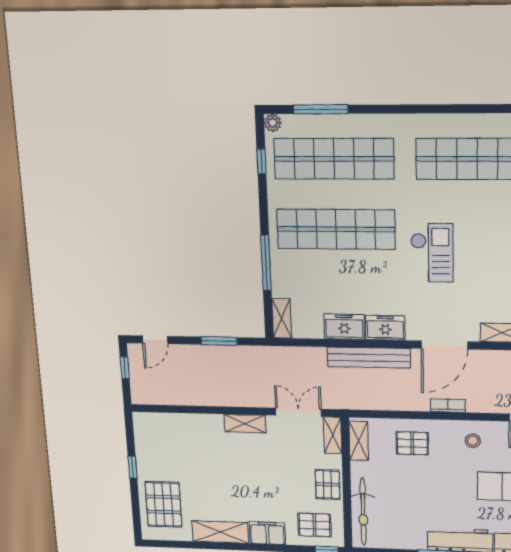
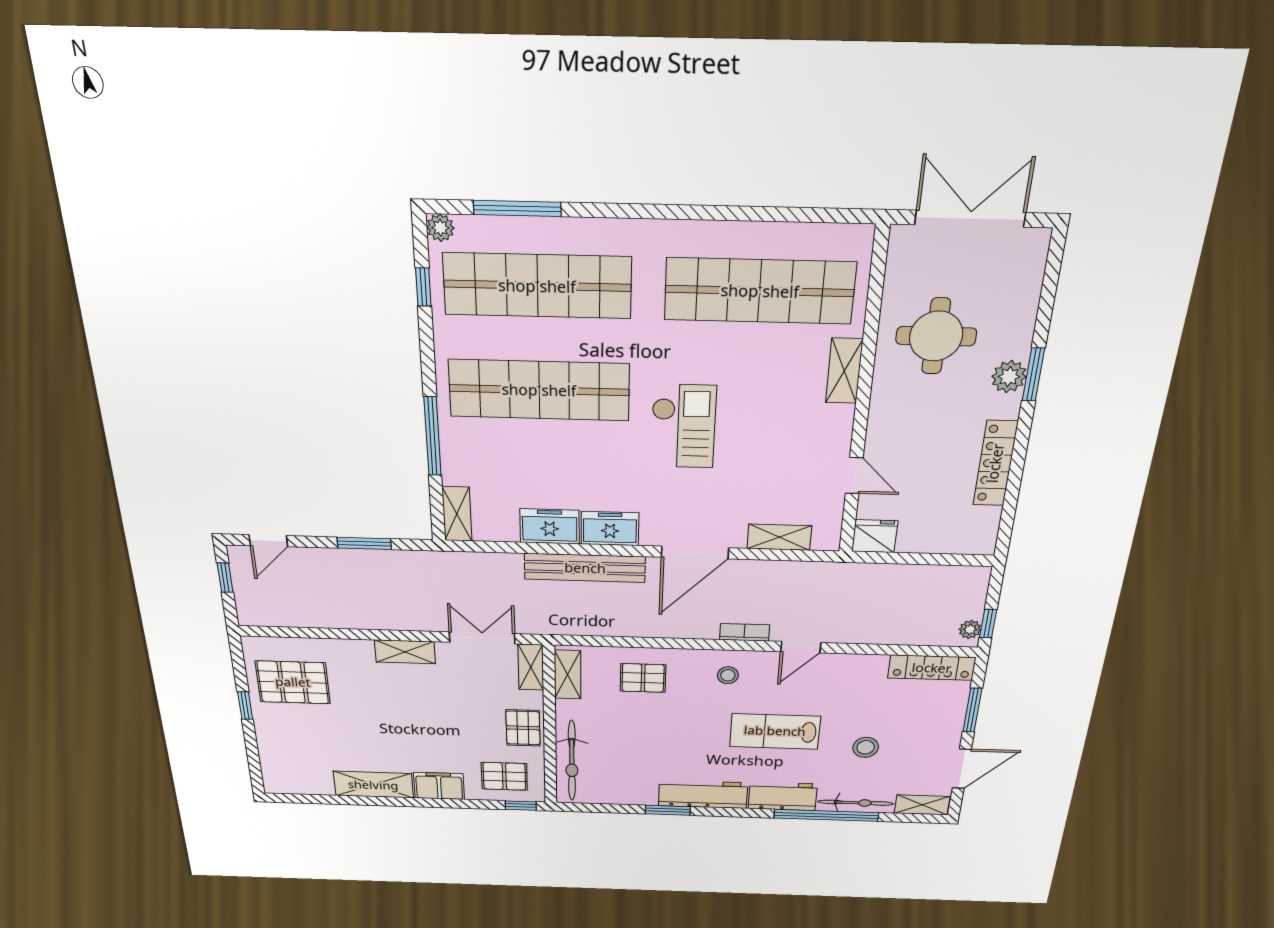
bookcase: (448, 406) -> (745, 632), moved
pallet: (164, 504) -> (293, 682), moved, turned 90

